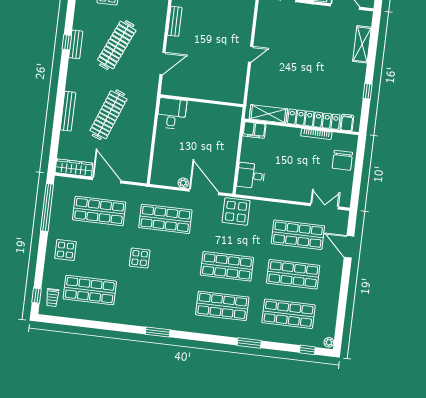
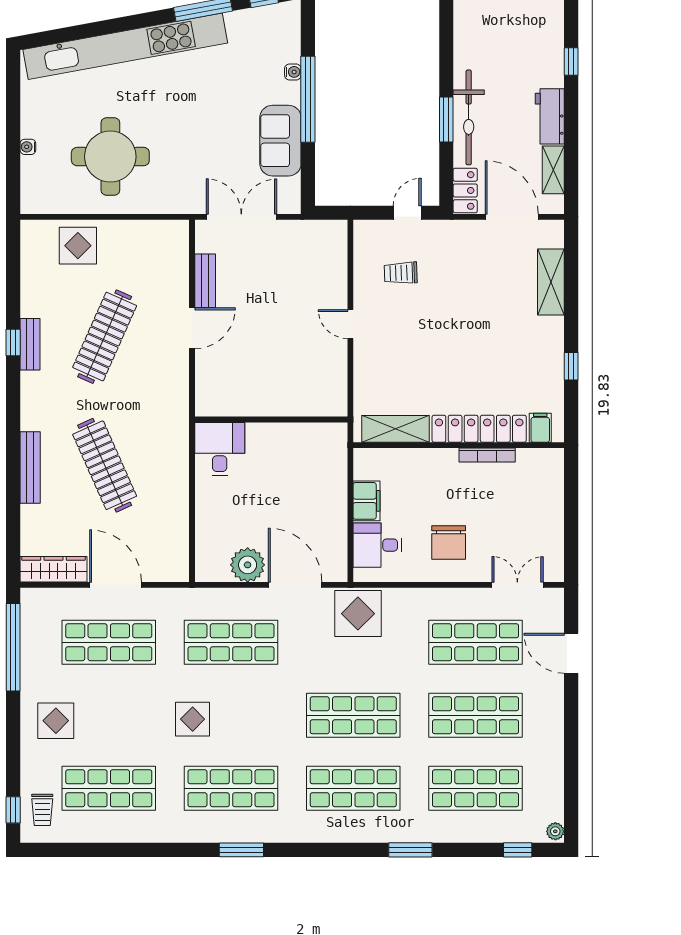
trolley: (281, 30) -> (401, 273), added
door: (251, 54) -> (350, 324), swing flipped
door: (163, 63) -> (192, 328), moved
clothes rail: (108, 115) -> (105, 465), turned -45
filing cabinet: (254, 130) -> (366, 501), moved, turned -90
chair: (342, 160) -> (449, 542), moved
plant: (183, 183) -> (248, 565), width x1.87, depth x1.87
shop shelf: (156, 298) -> (231, 788), added

